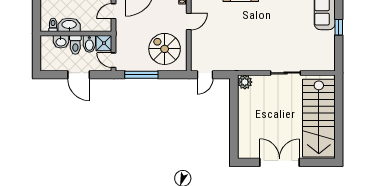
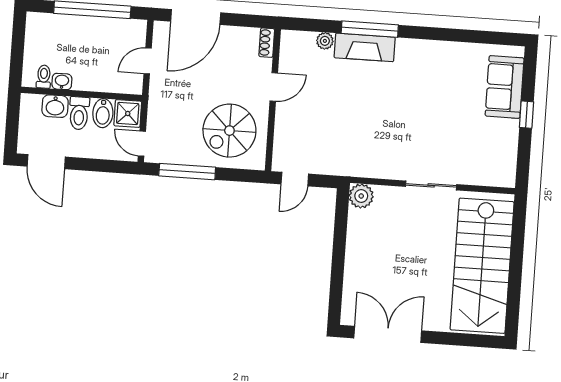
washbasin: (69, 25) -> (62, 81), width x0.52, depth x0.69
spiral stairs: (165, 49) -> (229, 131), turned -90
door: (79, 75) -> (46, 162), moved
double door: (280, 162) -> (388, 334), moved

